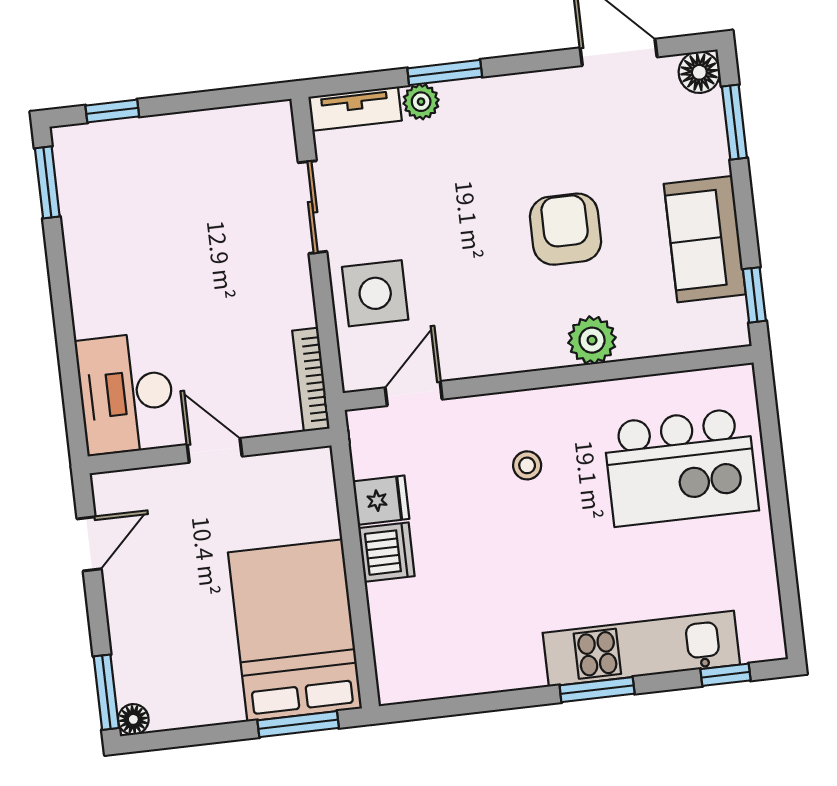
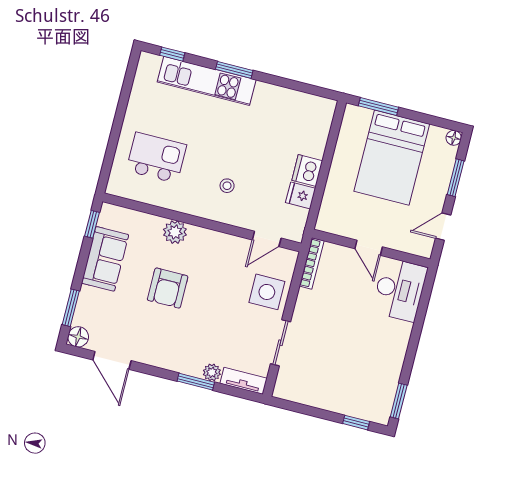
kitchen island: (681, 467) -> (156, 158), width x0.73, depth x0.78
bed: (295, 630) -> (392, 158), moved
window: (106, 692) -> (456, 178), moved

